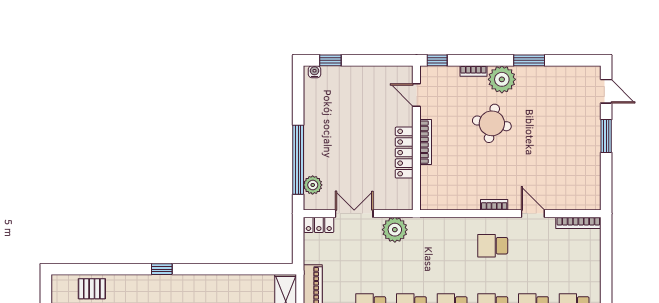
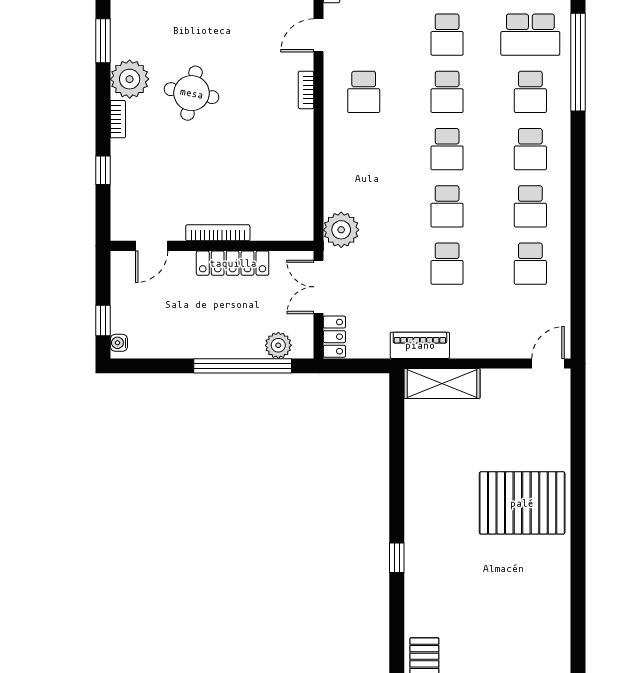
door: (416, 95) -> (152, 246), moved
wall: (416, 138) -> (212, 246), moved
bookcase: (426, 142) -> (218, 233), moved
locker: (404, 153) -> (233, 263), moved

